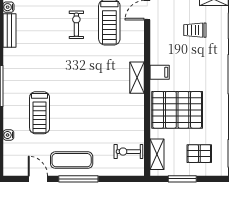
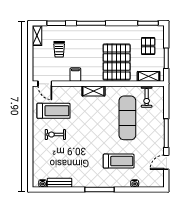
filing cabinet: (160, 72) -> (75, 75), moved
exercise mat: (72, 160) -> (127, 118), moved, width x1.36, depth x1.45

